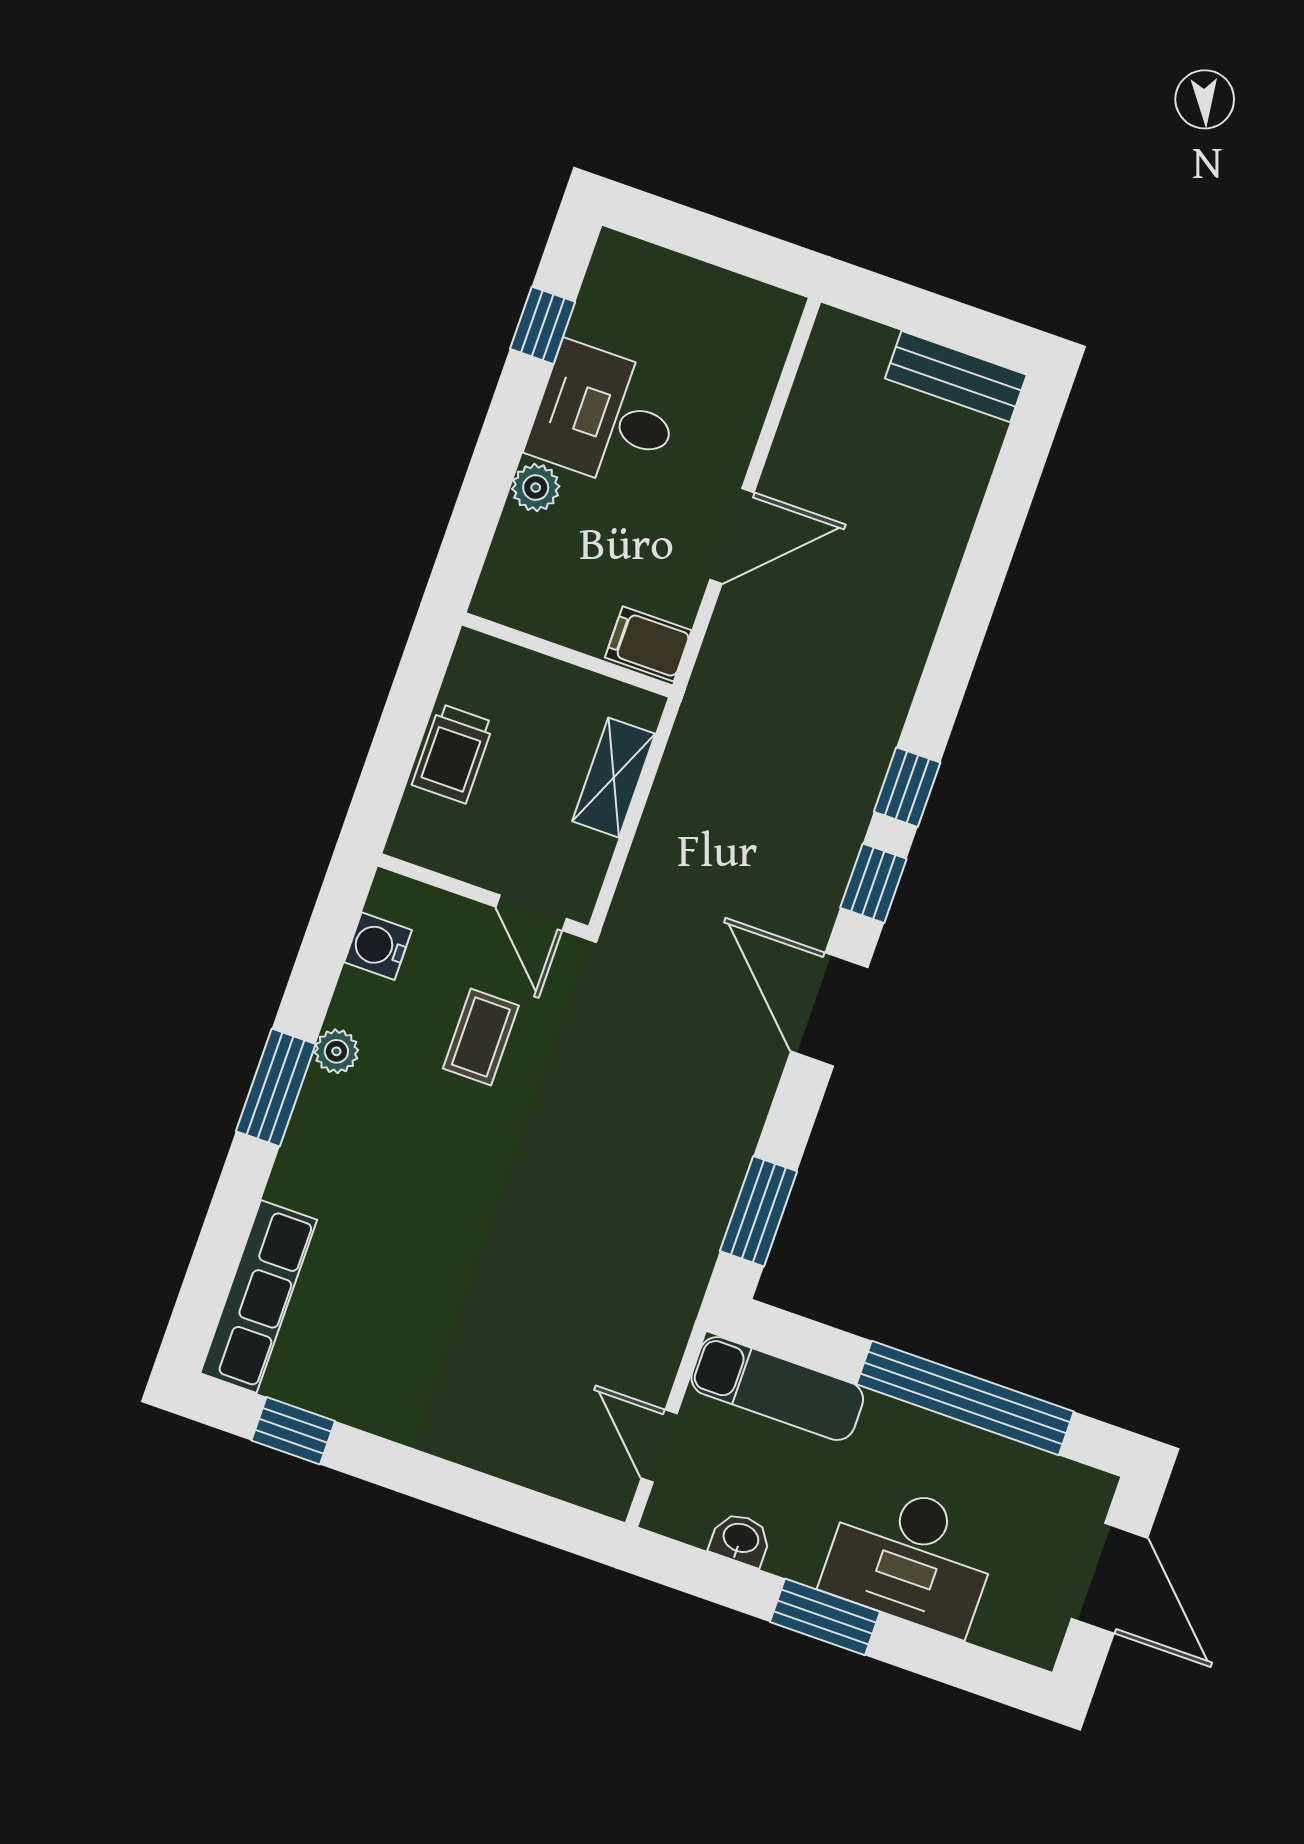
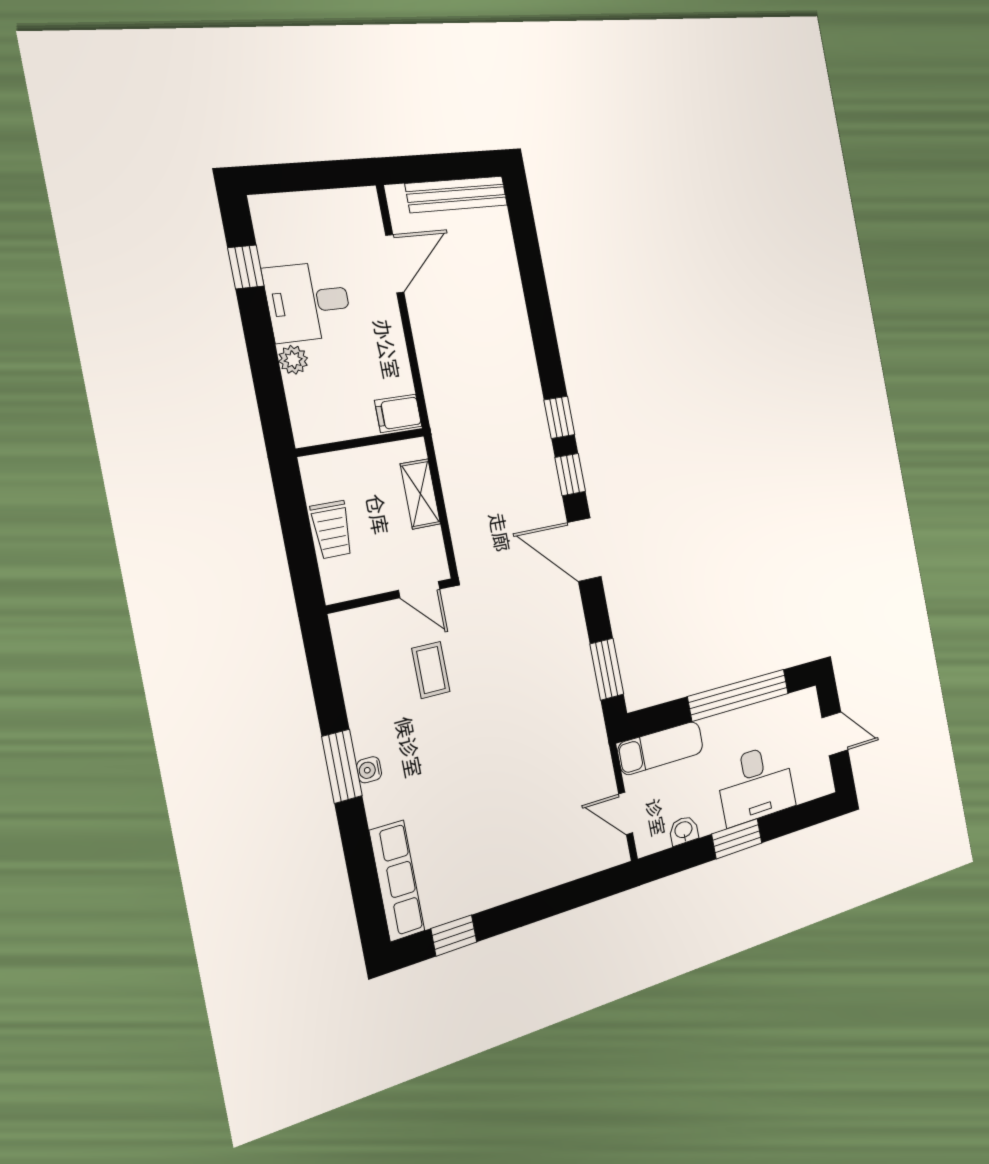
bench: (956, 377) -> (457, 194), width x1.36
door: (732, 536) -> (395, 264), moved
water cooler: (378, 946) -> (369, 770), moved, width x0.72, depth x0.72
plant: (336, 1051) -> (362, 726), removed
door: (1110, 1578) -> (835, 734), width x0.73

